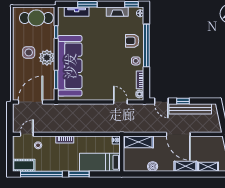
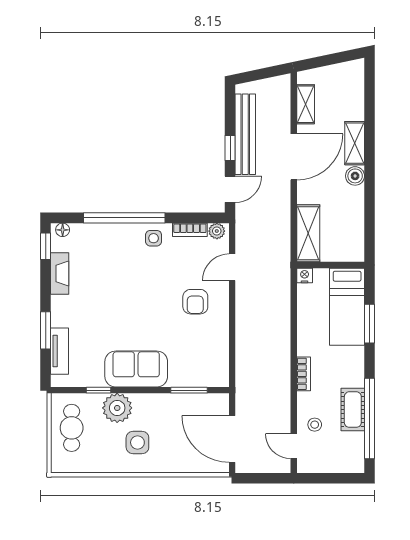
cafe table: (36, 18) -> (72, 428), width x0.73, depth x0.74
armchair: (132, 41) -> (195, 302), moved
plant: (47, 58) -> (117, 408), moved
sofa: (70, 66) -> (136, 369), width x0.54, depth x0.79
cot: (24, 165) -> (353, 410), moved
boiler: (153, 166) -> (355, 176), moved
shelving: (208, 167) -> (306, 104), moved
window: (79, 174) -> (370, 324), moved

